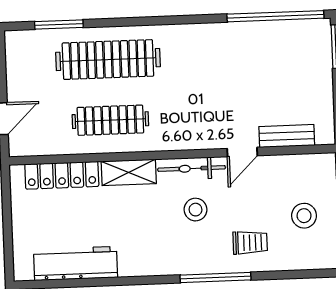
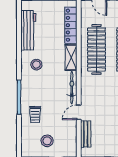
clothes rail: (110, 120) -> (97, 49), width x1.37, depth x1.31
door: (242, 152) -> (79, 112), hinge flipped
stool: (195, 210) -> (36, 64), moved

